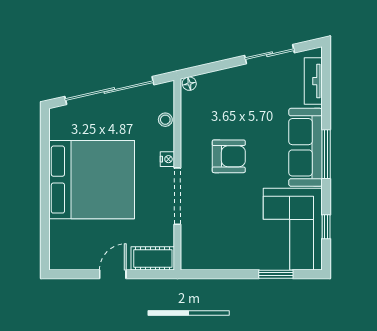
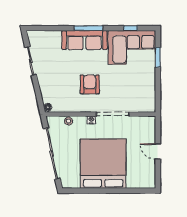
tv unit: (313, 81) -> (46, 36), removed
cot: (153, 258) -> (149, 128), removed

